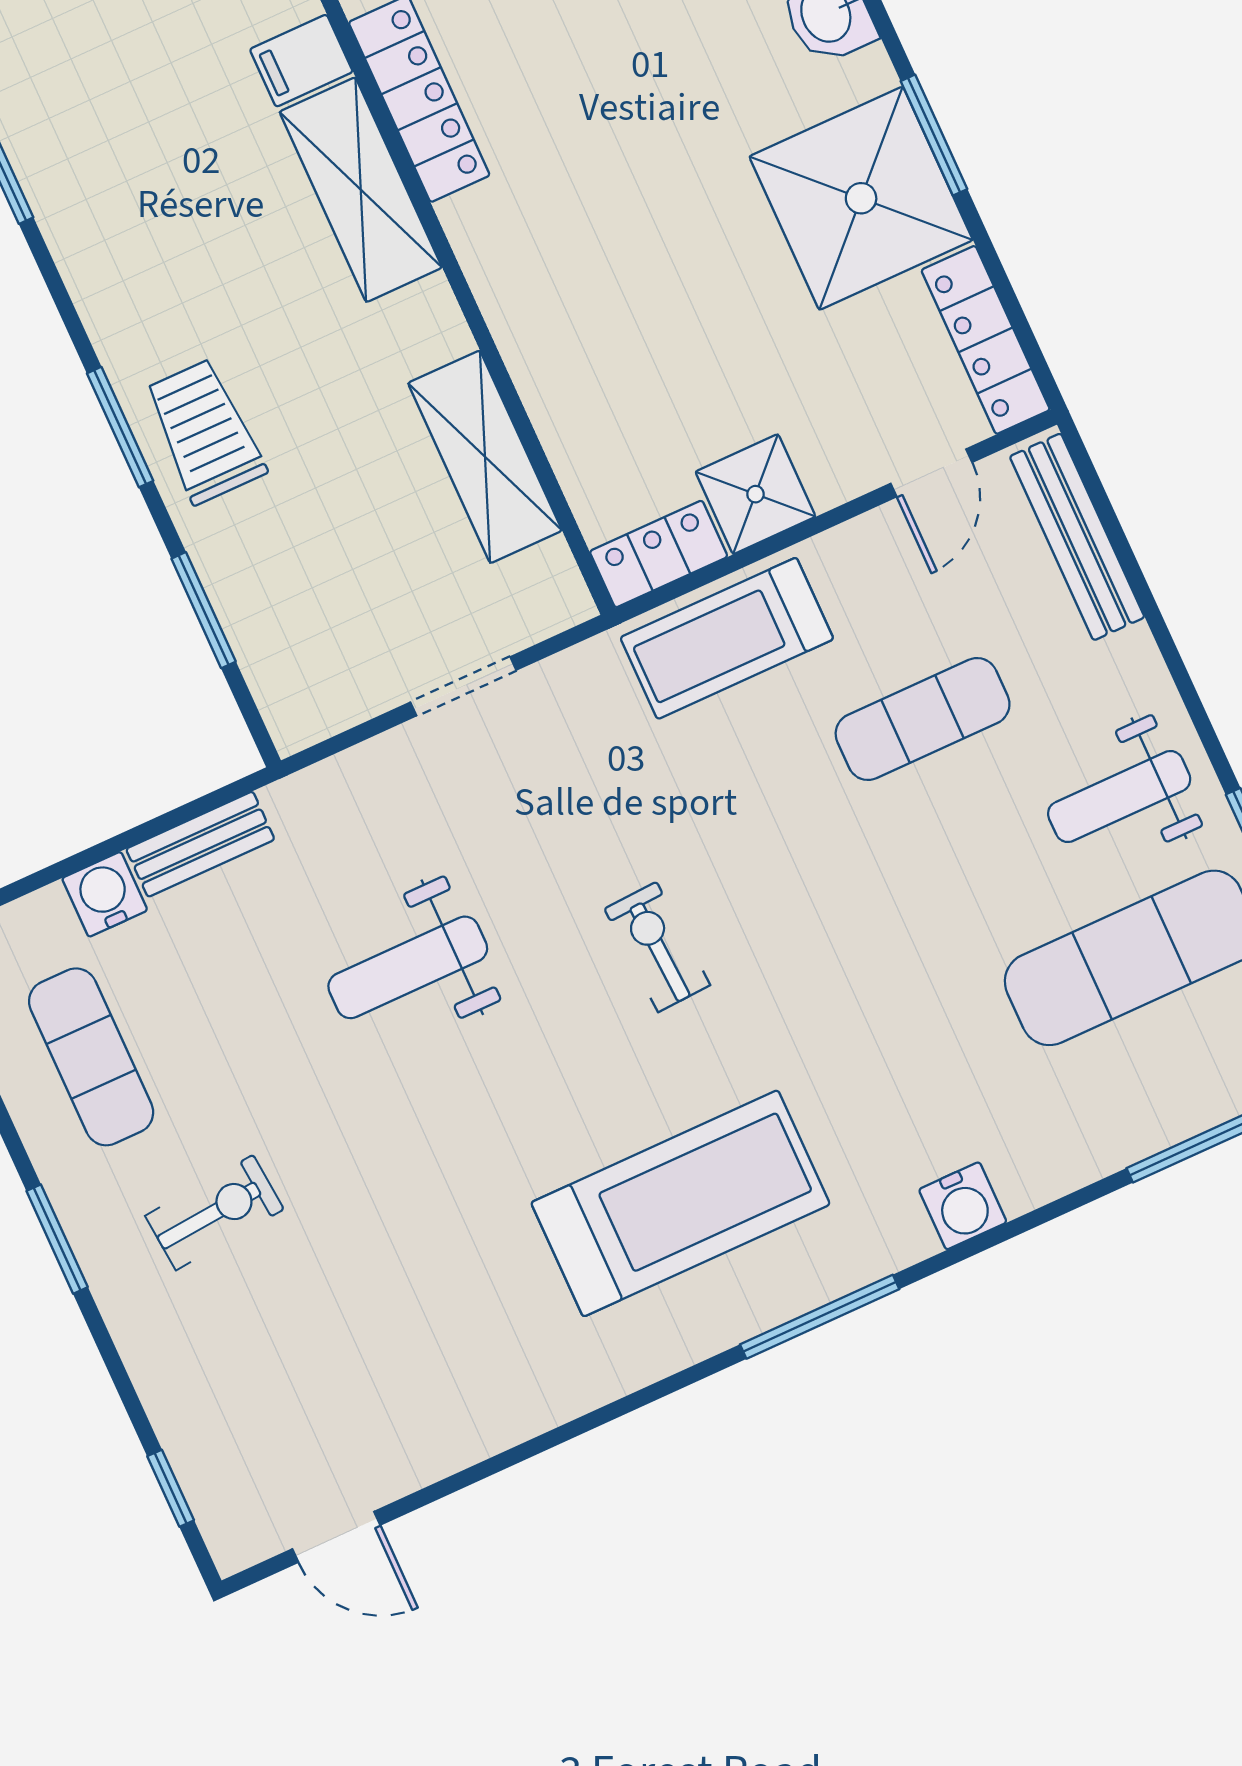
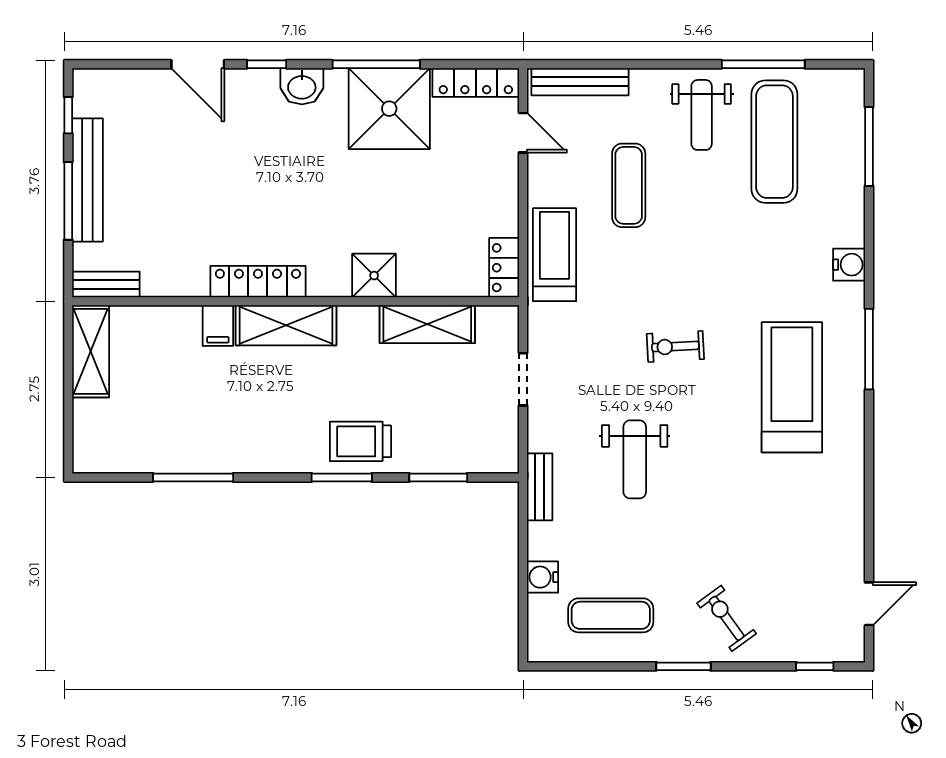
window: (934, 135) -> (376, 64), width x1.44
shower: (755, 494) -> (374, 276), moved
treadmill: (727, 638) -> (555, 255), turned 180
bench: (200, 844) -> (540, 487), moved
exercise bike: (214, 1213) -> (727, 618), moved, turned -31

